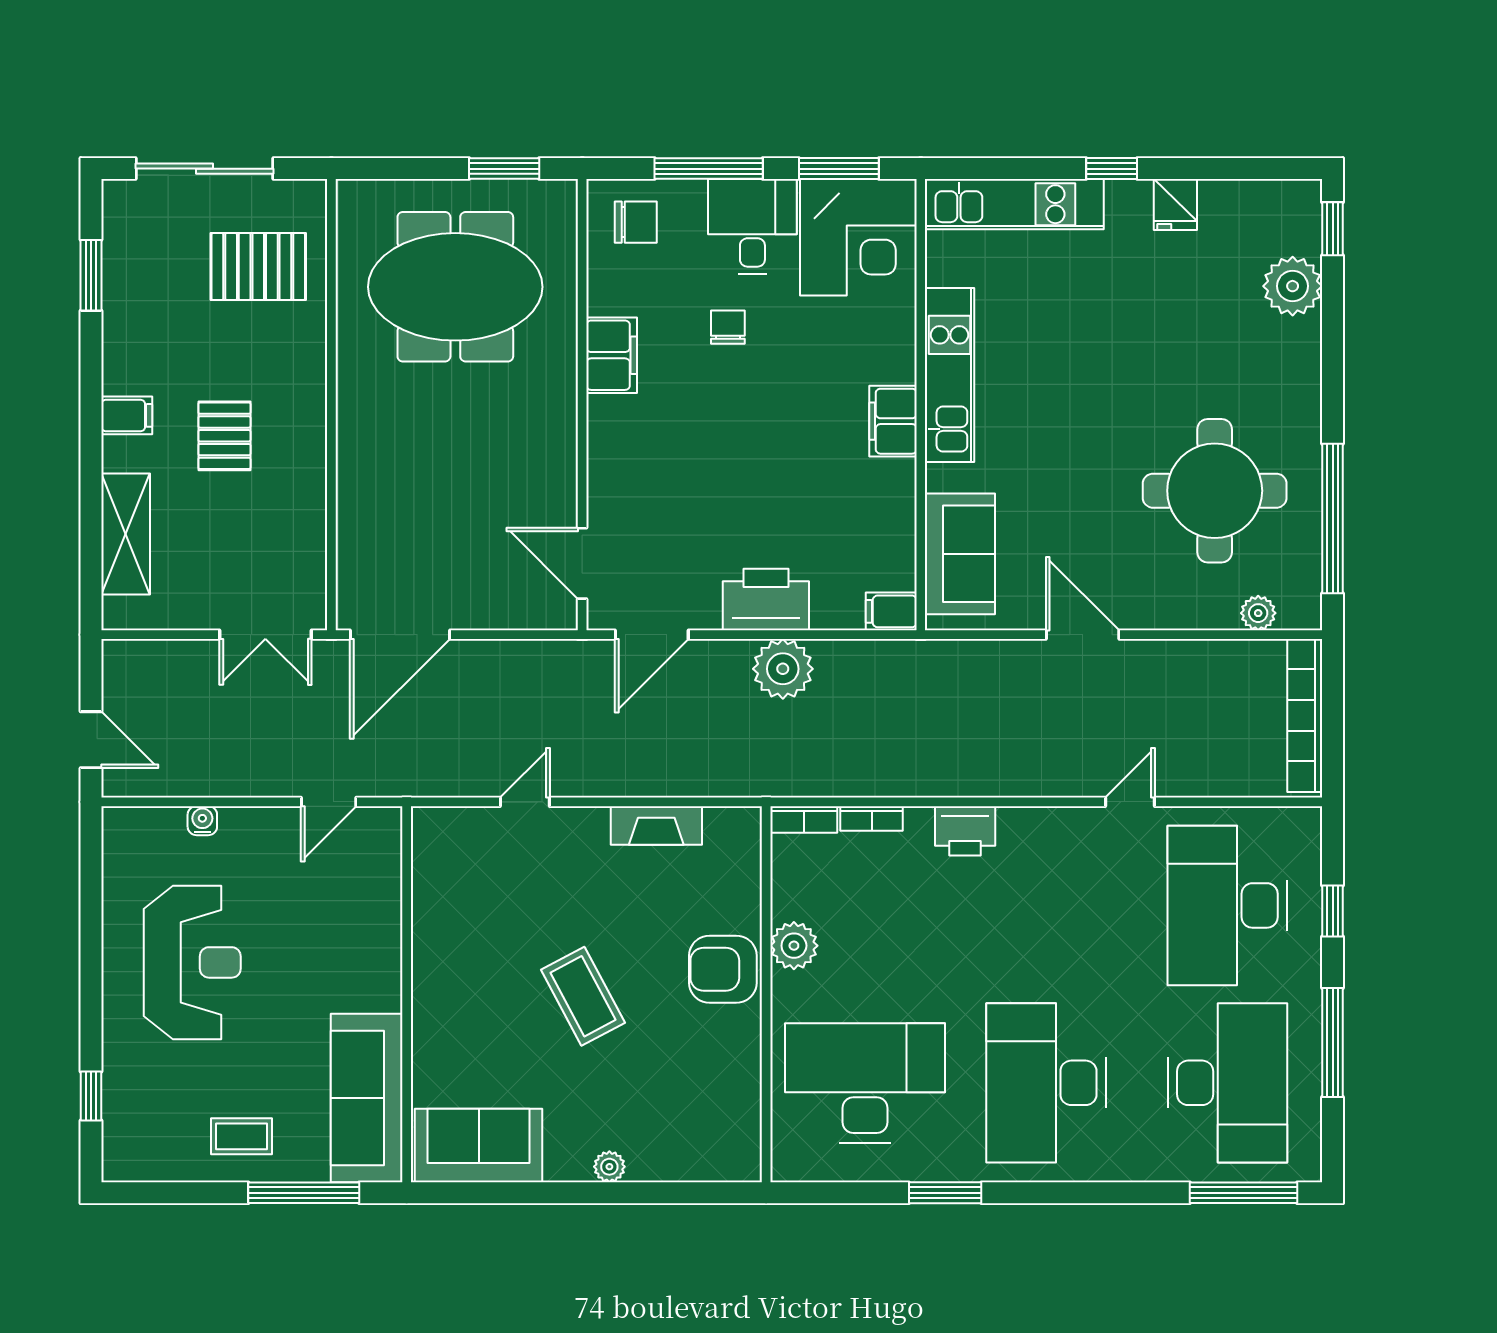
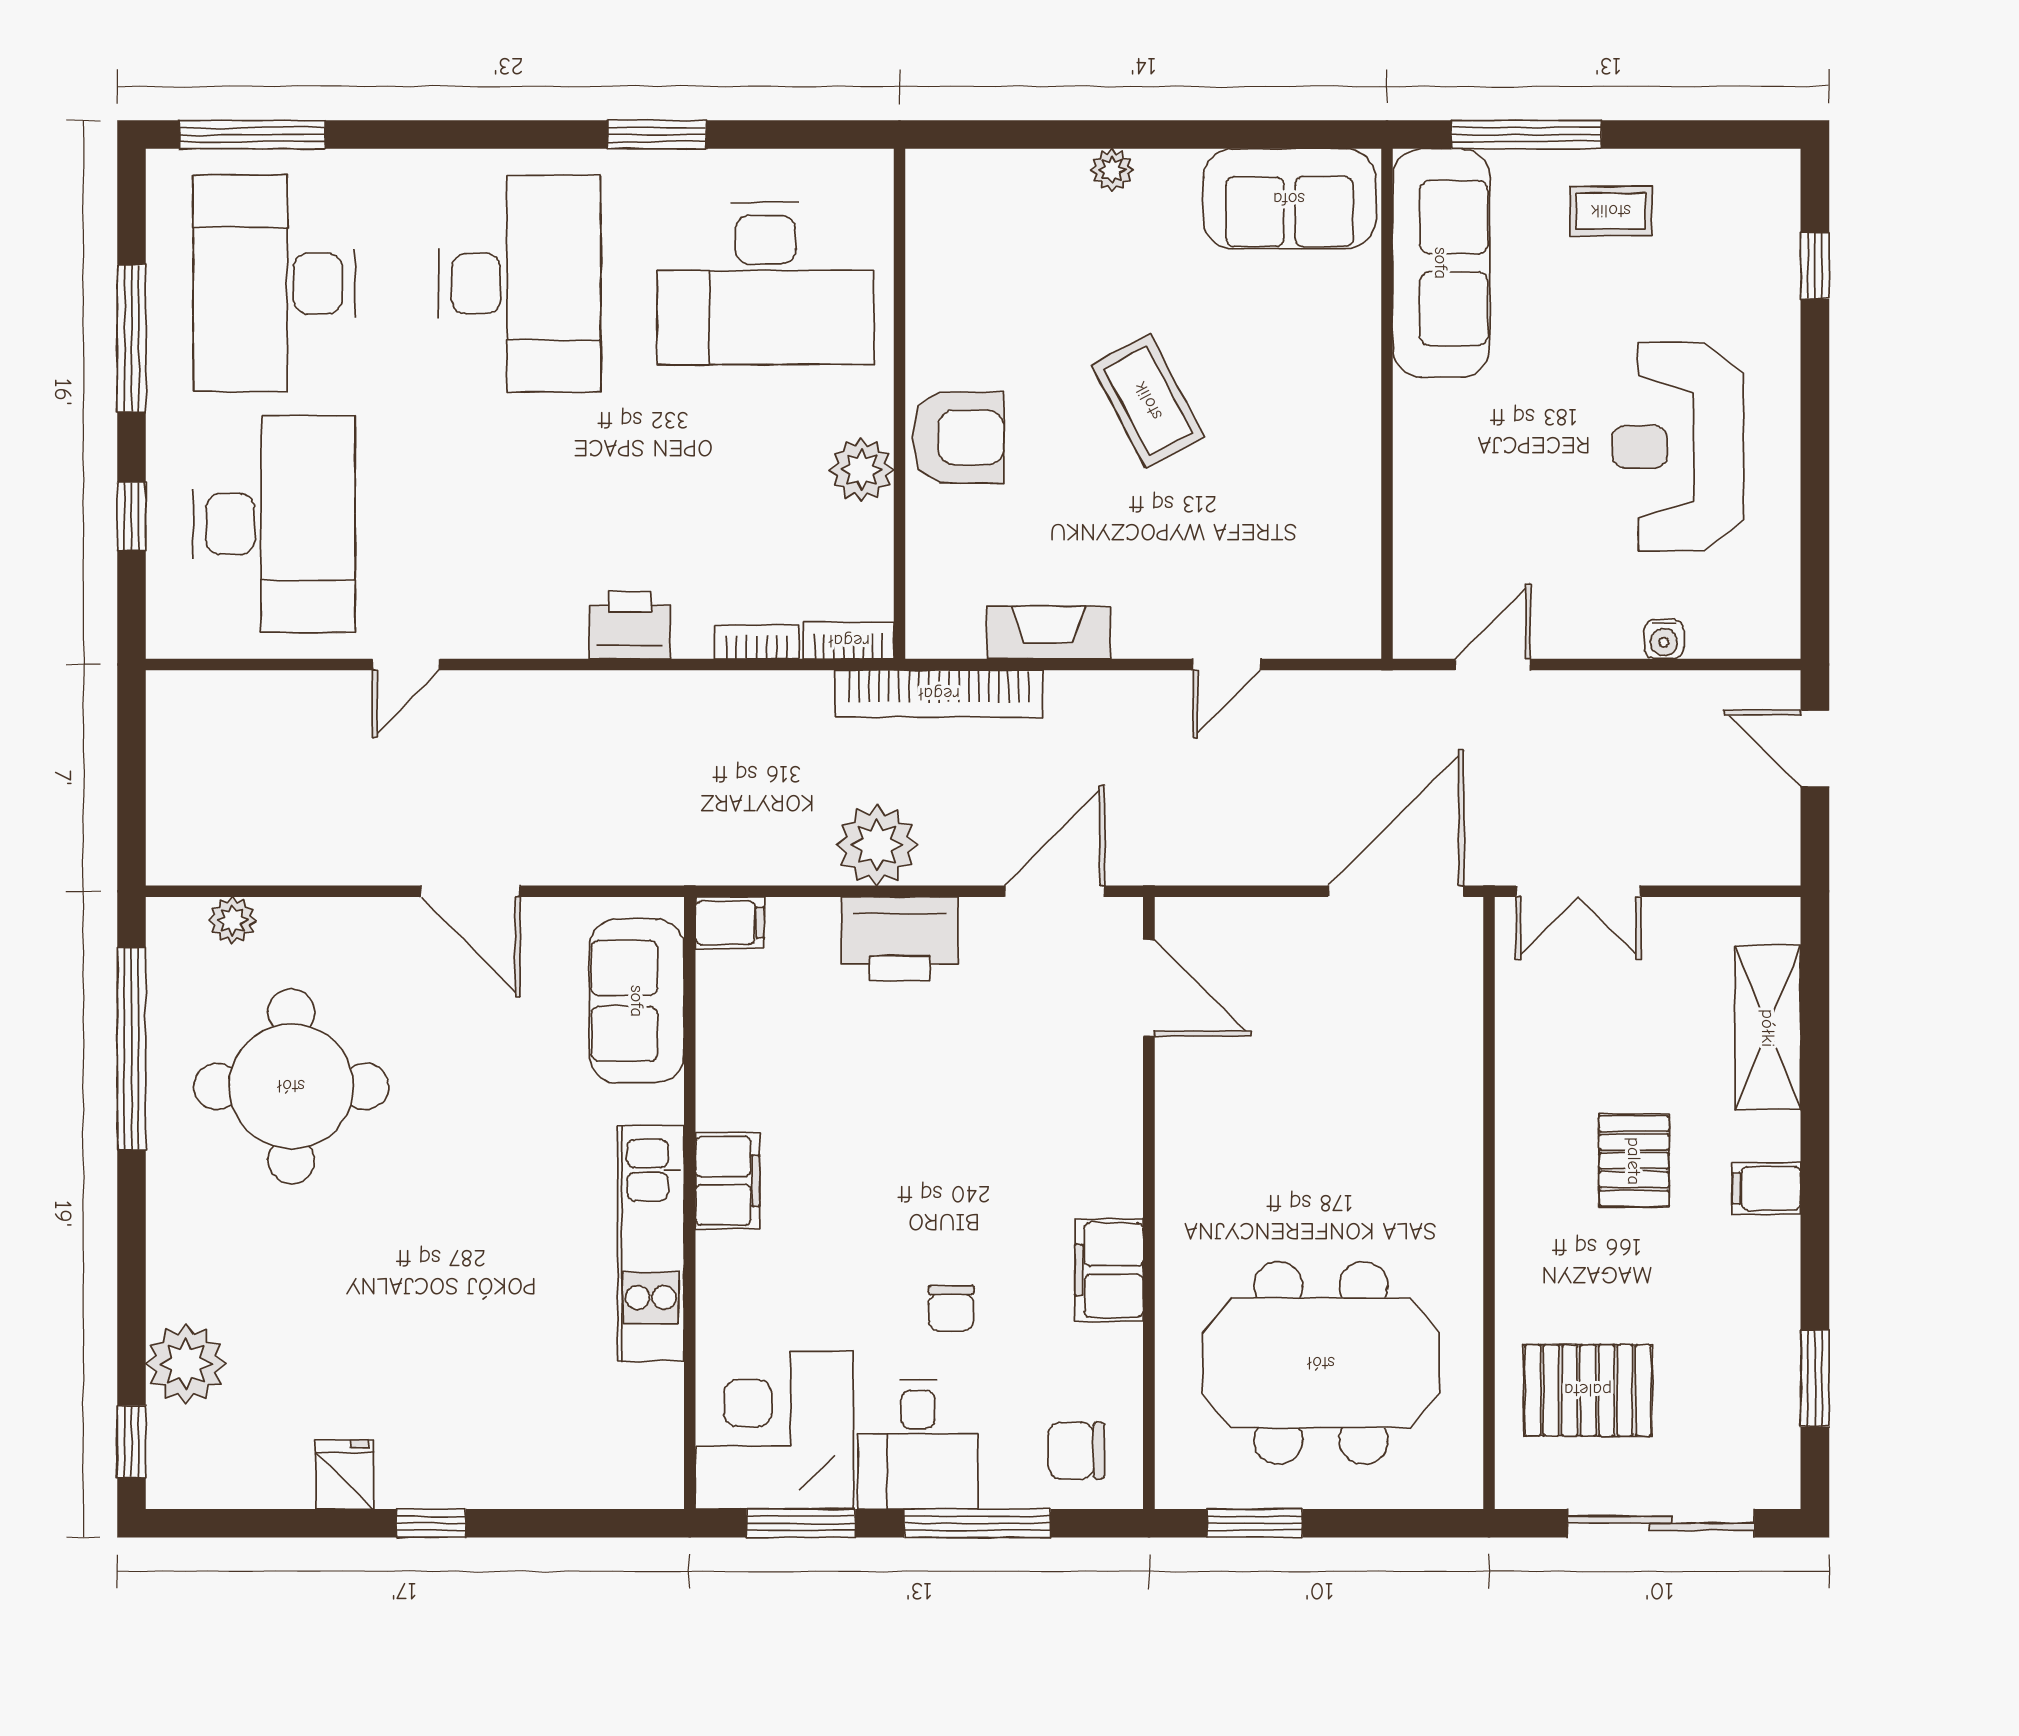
kitchen unit: (1014, 204) -> (563, 1475), removed
double door: (265, 635) -> (1578, 891), swing flipped
bookcase: (1305, 715) -> (939, 694), moved, turned 90

